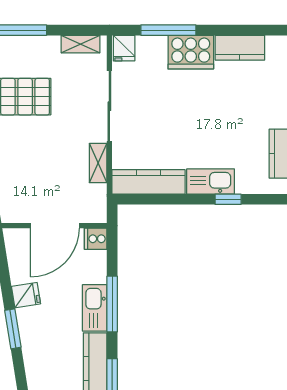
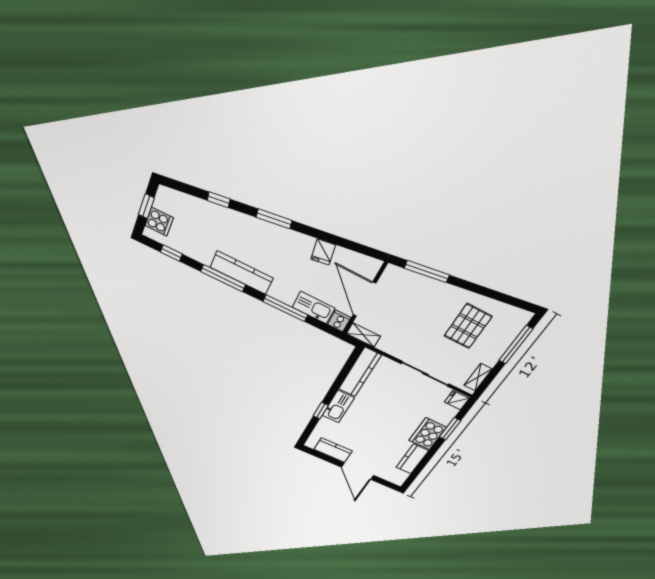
window: (168, 30) -> (450, 429), width x0.69
shelving: (98, 163) -> (363, 335), moved
kitchen sink: (95, 308) -> (314, 308), moved
window: (13, 329) -> (274, 219), moved

